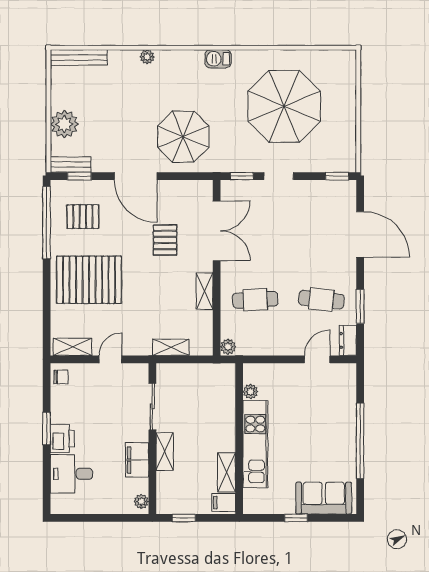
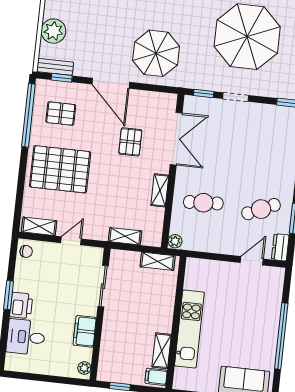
cafe table: (321, 300) -> (261, 209), turned -30
plant: (250, 391) -> (190, 282), removed
shelving: (165, 452) -> (158, 261), moved, turned 90

